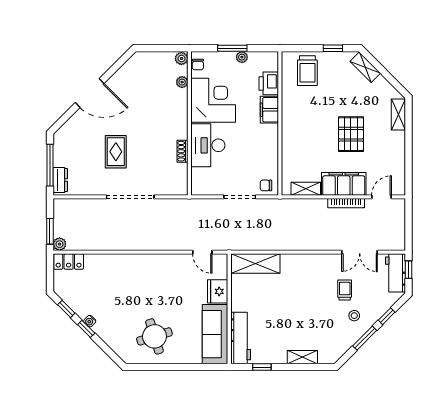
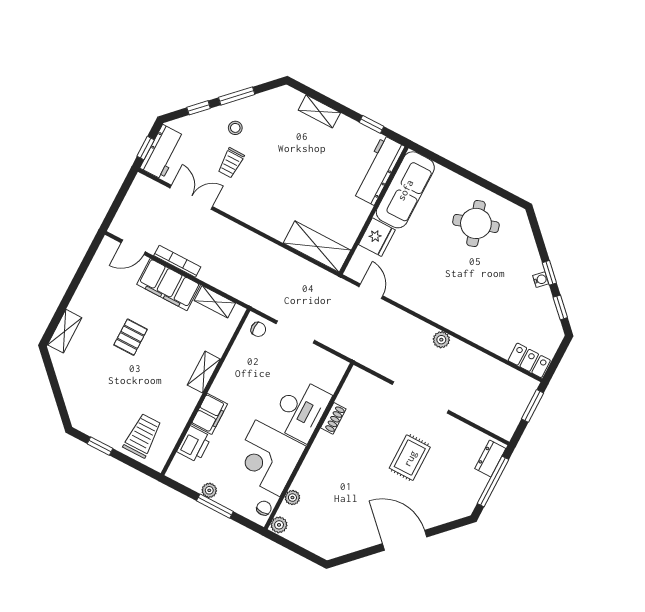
shelving: (365, 67) -> (204, 372), moved, turned 45
pallet: (351, 134) -> (131, 337), width x0.67, depth x0.71
plant: (60, 244) -> (441, 340), moved

